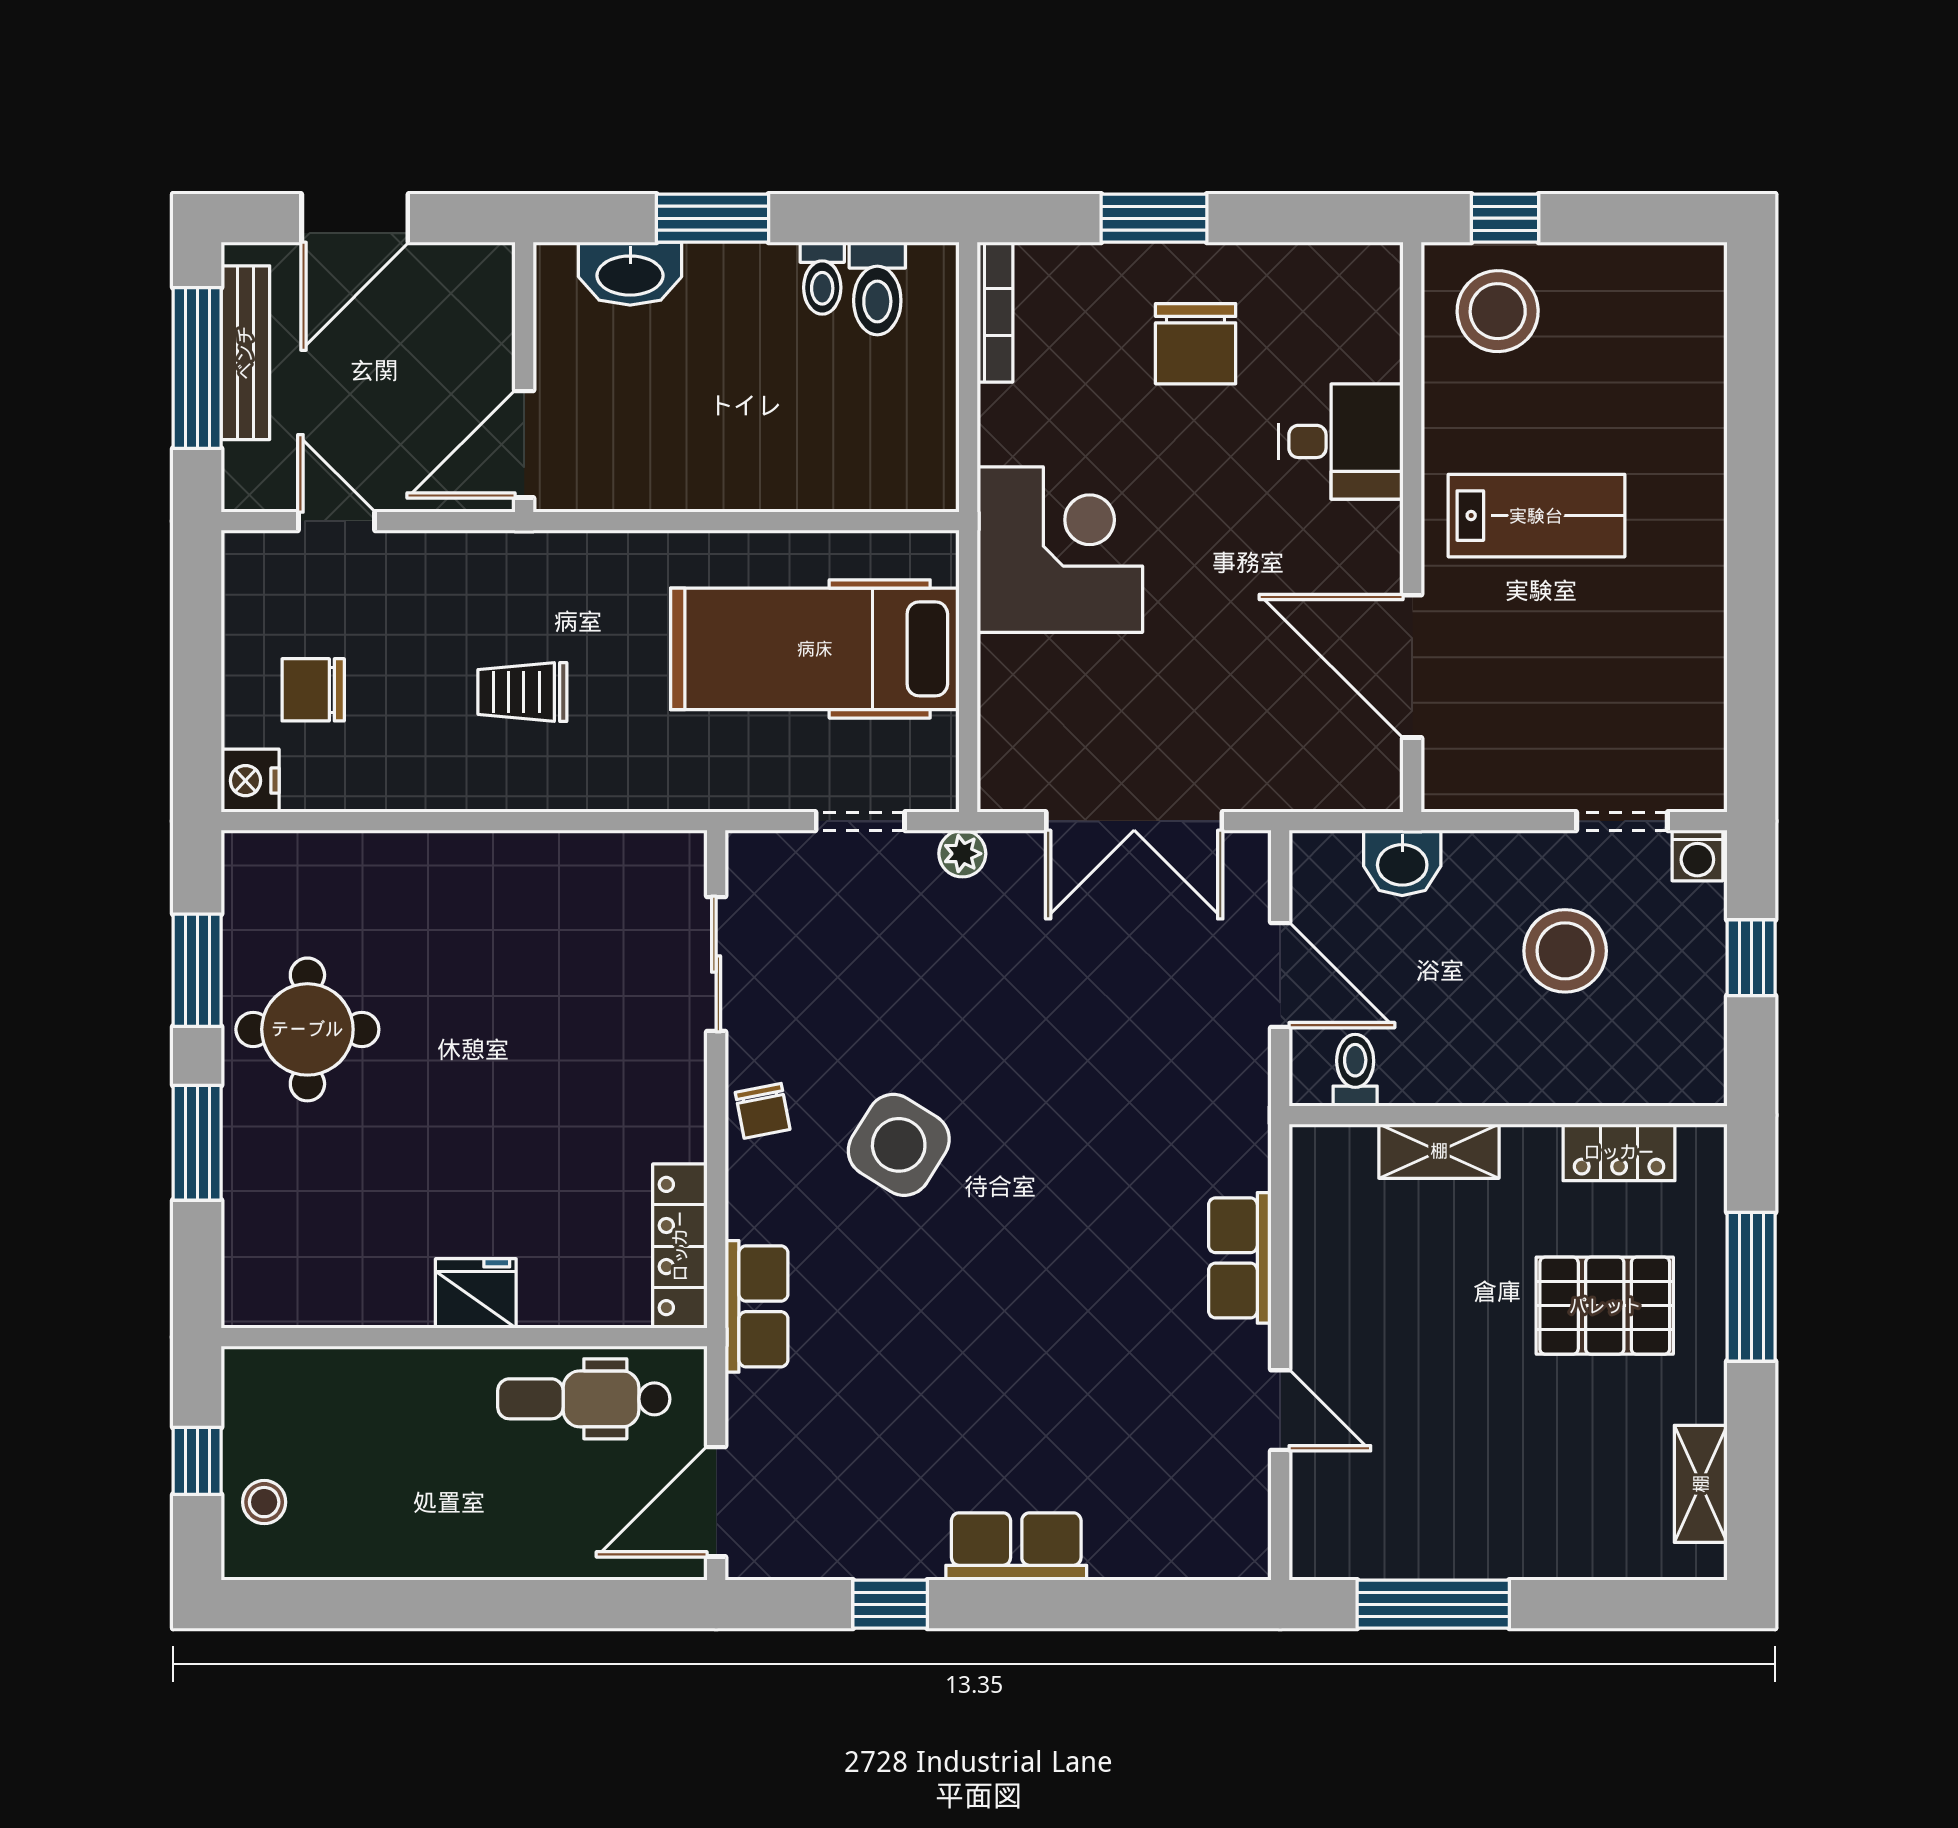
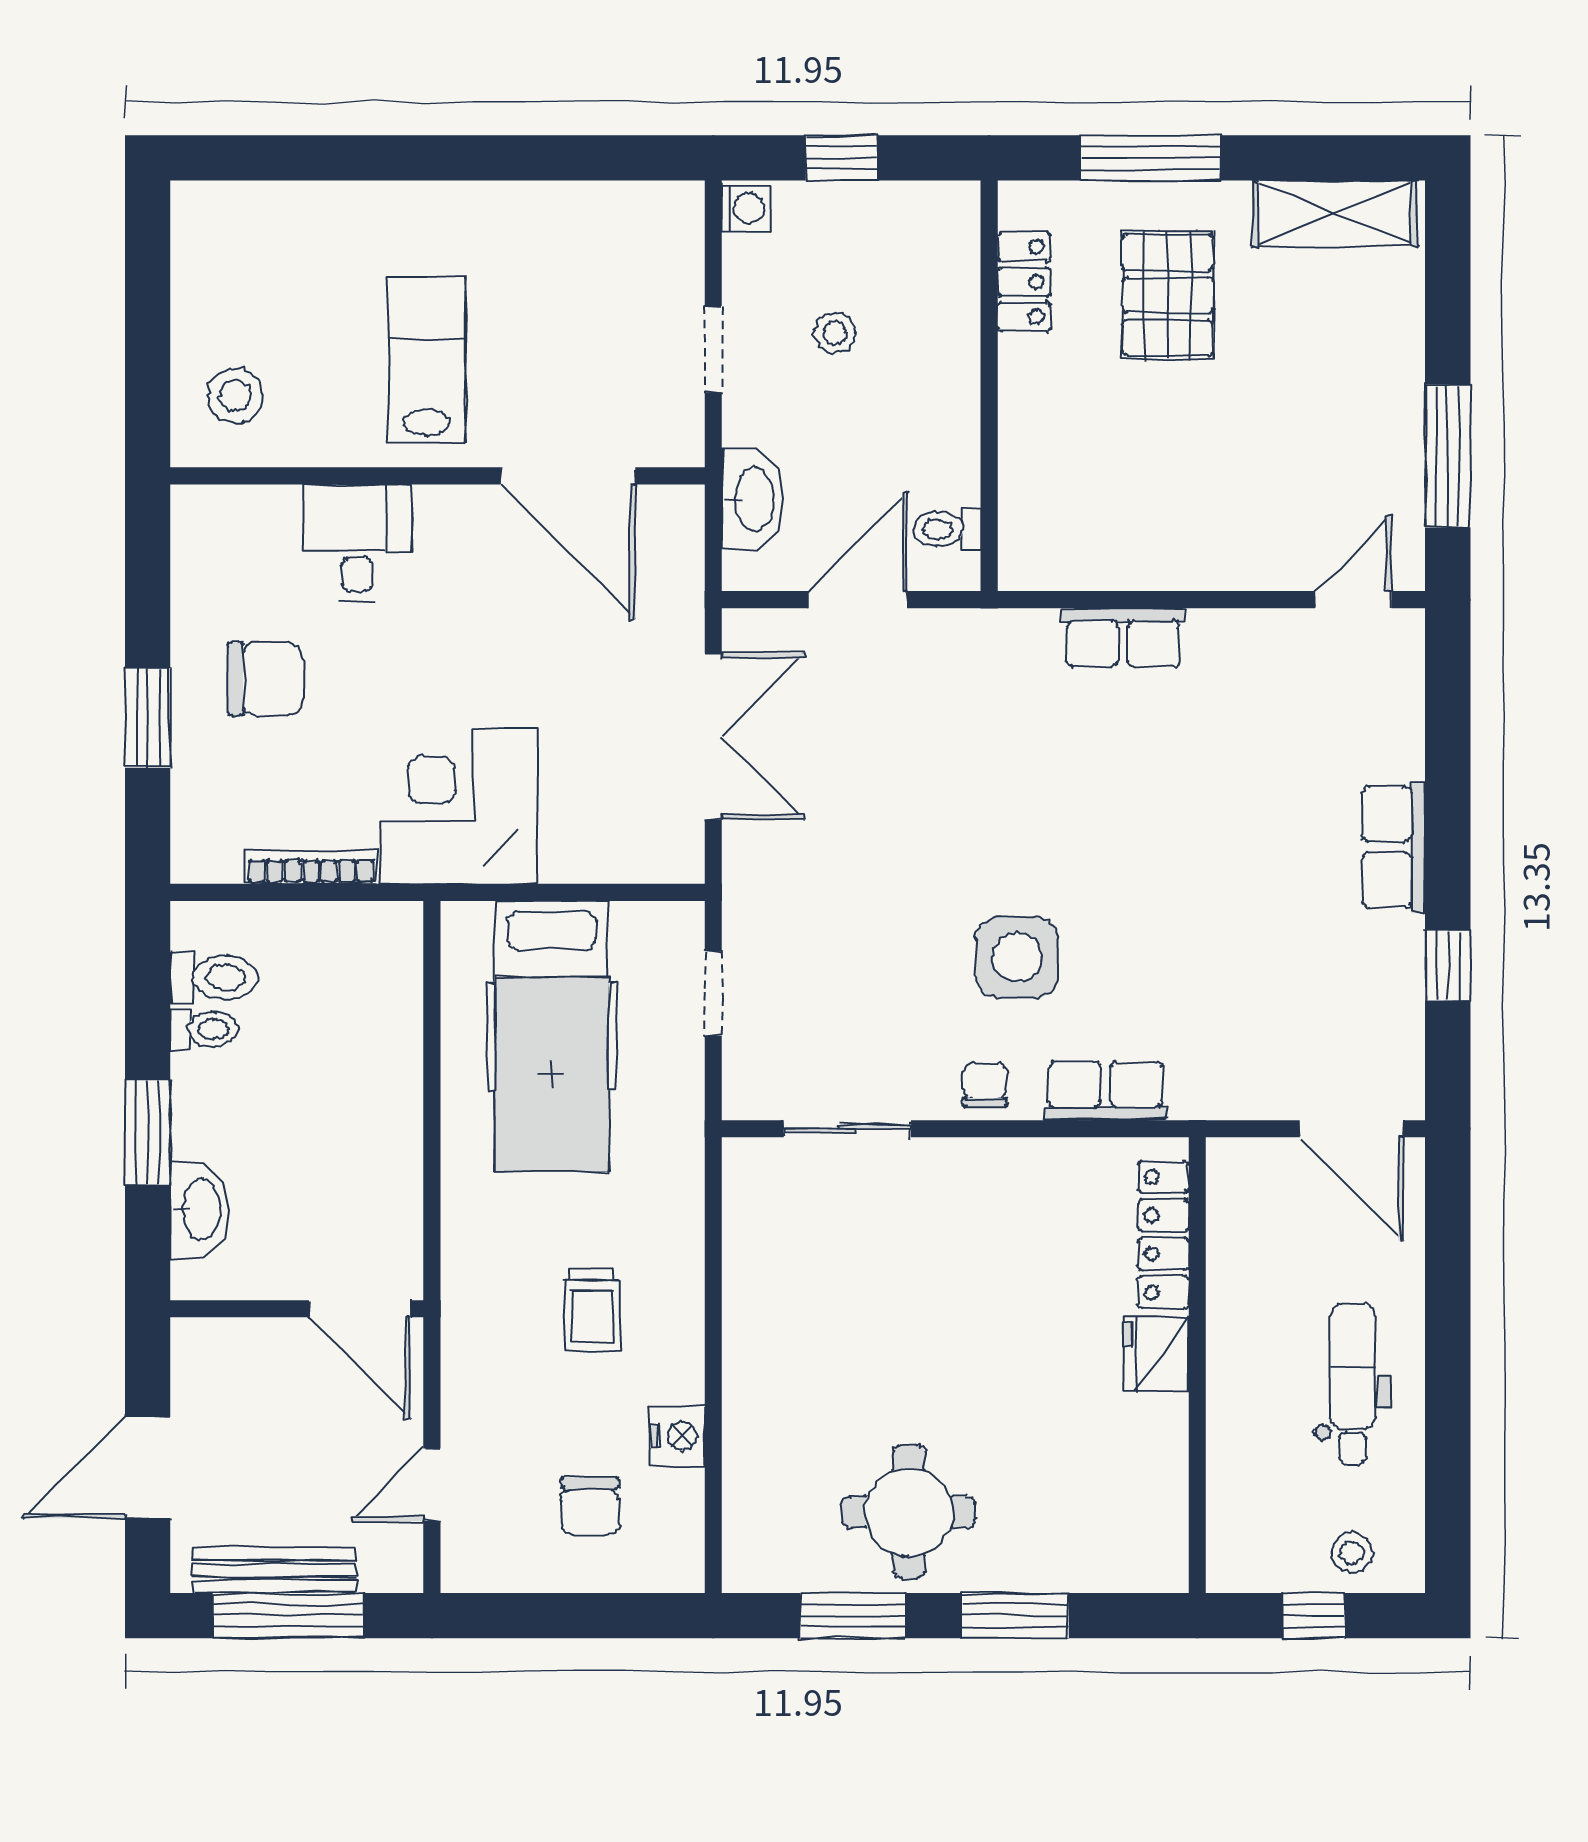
door: (355, 218) -> (148, 1468), swing flipped
window: (1505, 218) -> (148, 389), removed
stool: (1498, 311) -> (235, 396), width x0.73, depth x0.73
bookcase: (995, 312) -> (311, 867), moved
door: (1412, 666) -> (568, 476), hinge flipped
nightstand: (250, 781) -> (678, 1436), moved, turned -90
doorway: (1622, 821) -> (713, 349), moved
plant: (962, 854) -> (744, 898), removed
washbasin: (1402, 863) -> (752, 499), width x1.38
stool: (1565, 951) -> (835, 332), width x0.53, depth x0.53
chair: (763, 1111) -> (985, 1085), turned -79
side table: (899, 1145) -> (1017, 957), turned -32
shelving: (1439, 1151) -> (1023, 451), removed
locker: (680, 1246) -> (1163, 1235), moved, turned 90
row of seats: (757, 1306) -> (1105, 1091), moved
dental chair: (584, 1399) -> (1353, 1384), moved, turned 180
door: (1280, 1410) -> (1353, 600), moved
shelving: (1701, 1484) -> (1335, 213), width x1.50, depth x1.33

